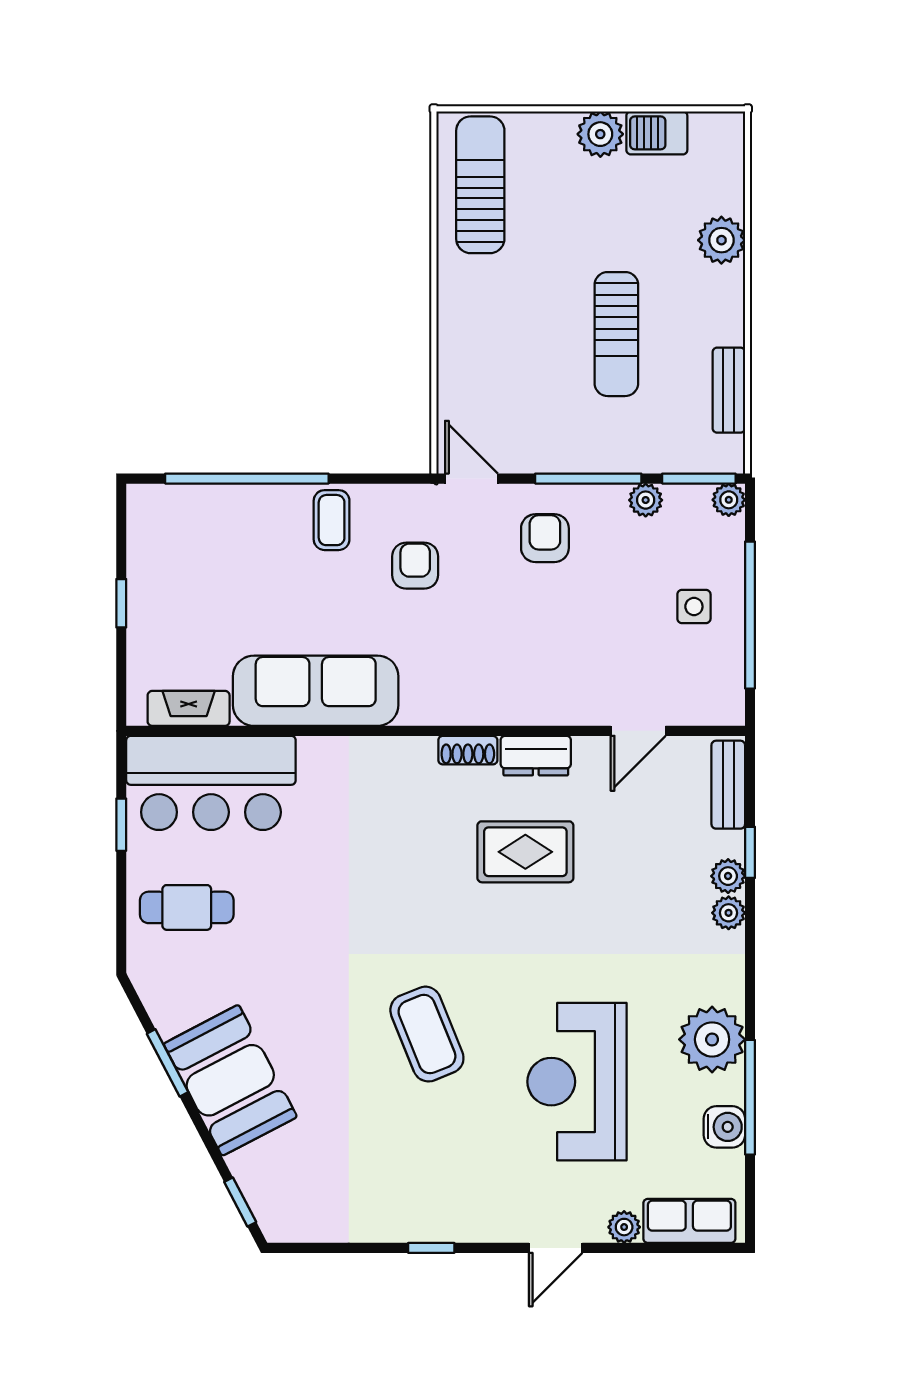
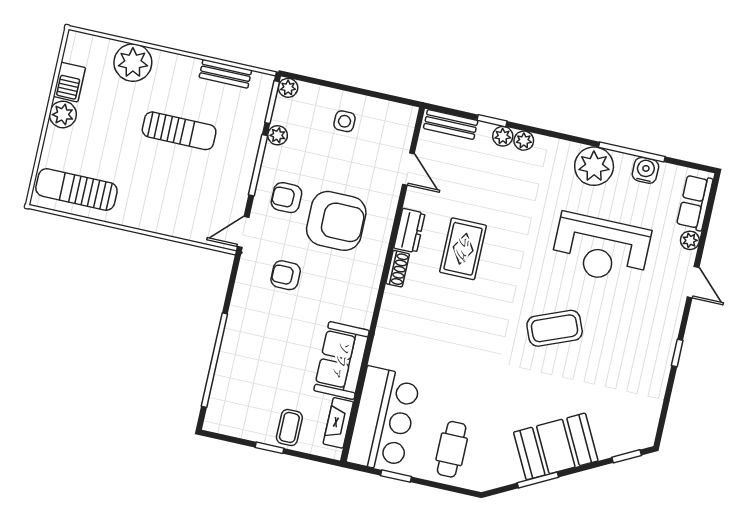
plant: (721, 240) -> (133, 63), width x1.36, depth x1.36
coffee table: (332, 520) -> (289, 427), moved, turned 90
window: (750, 615) -> (357, 90), removed
armchair: (525, 630) -> (336, 221), added
sofa: (316, 691) -> (342, 361), width x0.73

